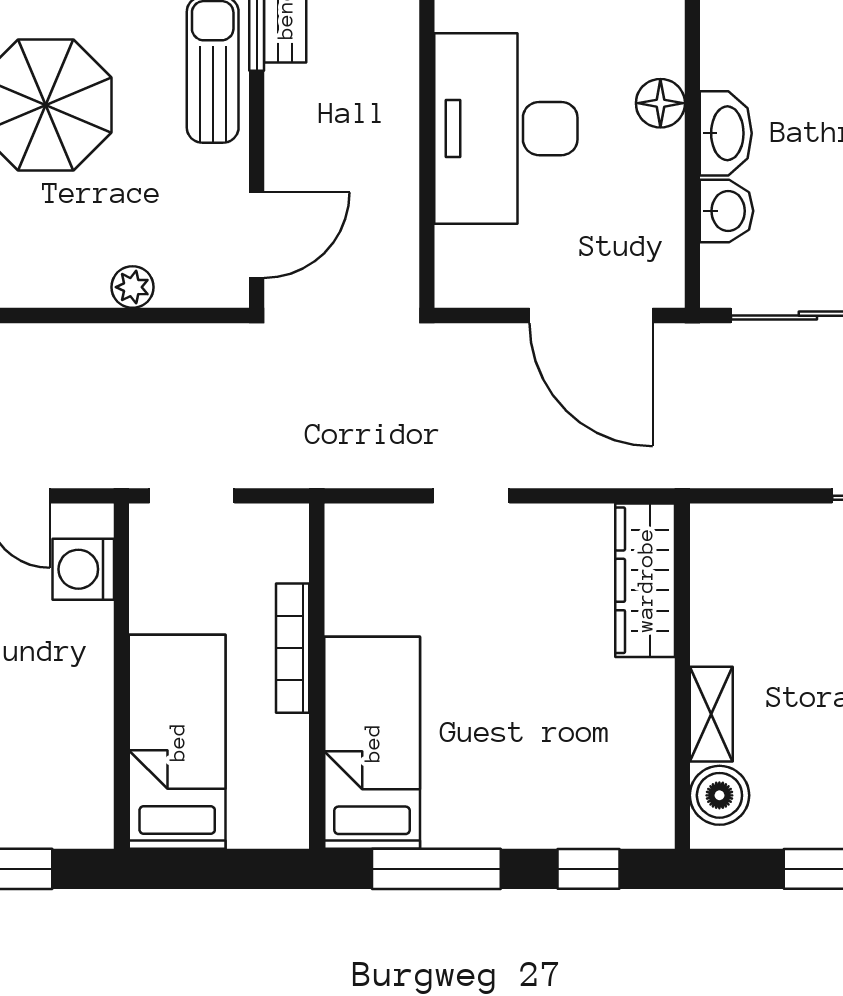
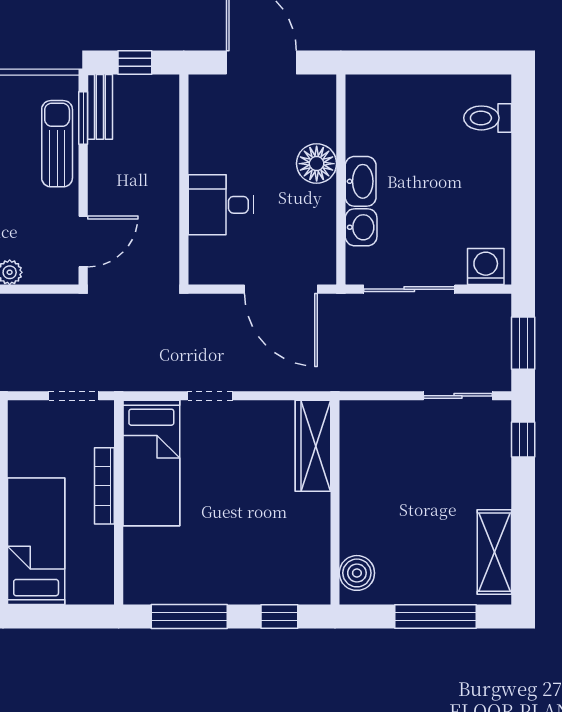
floor lamp: (660, 103) -> (317, 164), width x1.38, depth x1.38
desk: (506, 129) -> (221, 205), width x0.53, depth x0.77
doorway: (192, 496) -> (74, 396), moved
shelving: (711, 714) -> (352, 525), removed
bed: (372, 743) -> (151, 463), moved, turned 180

